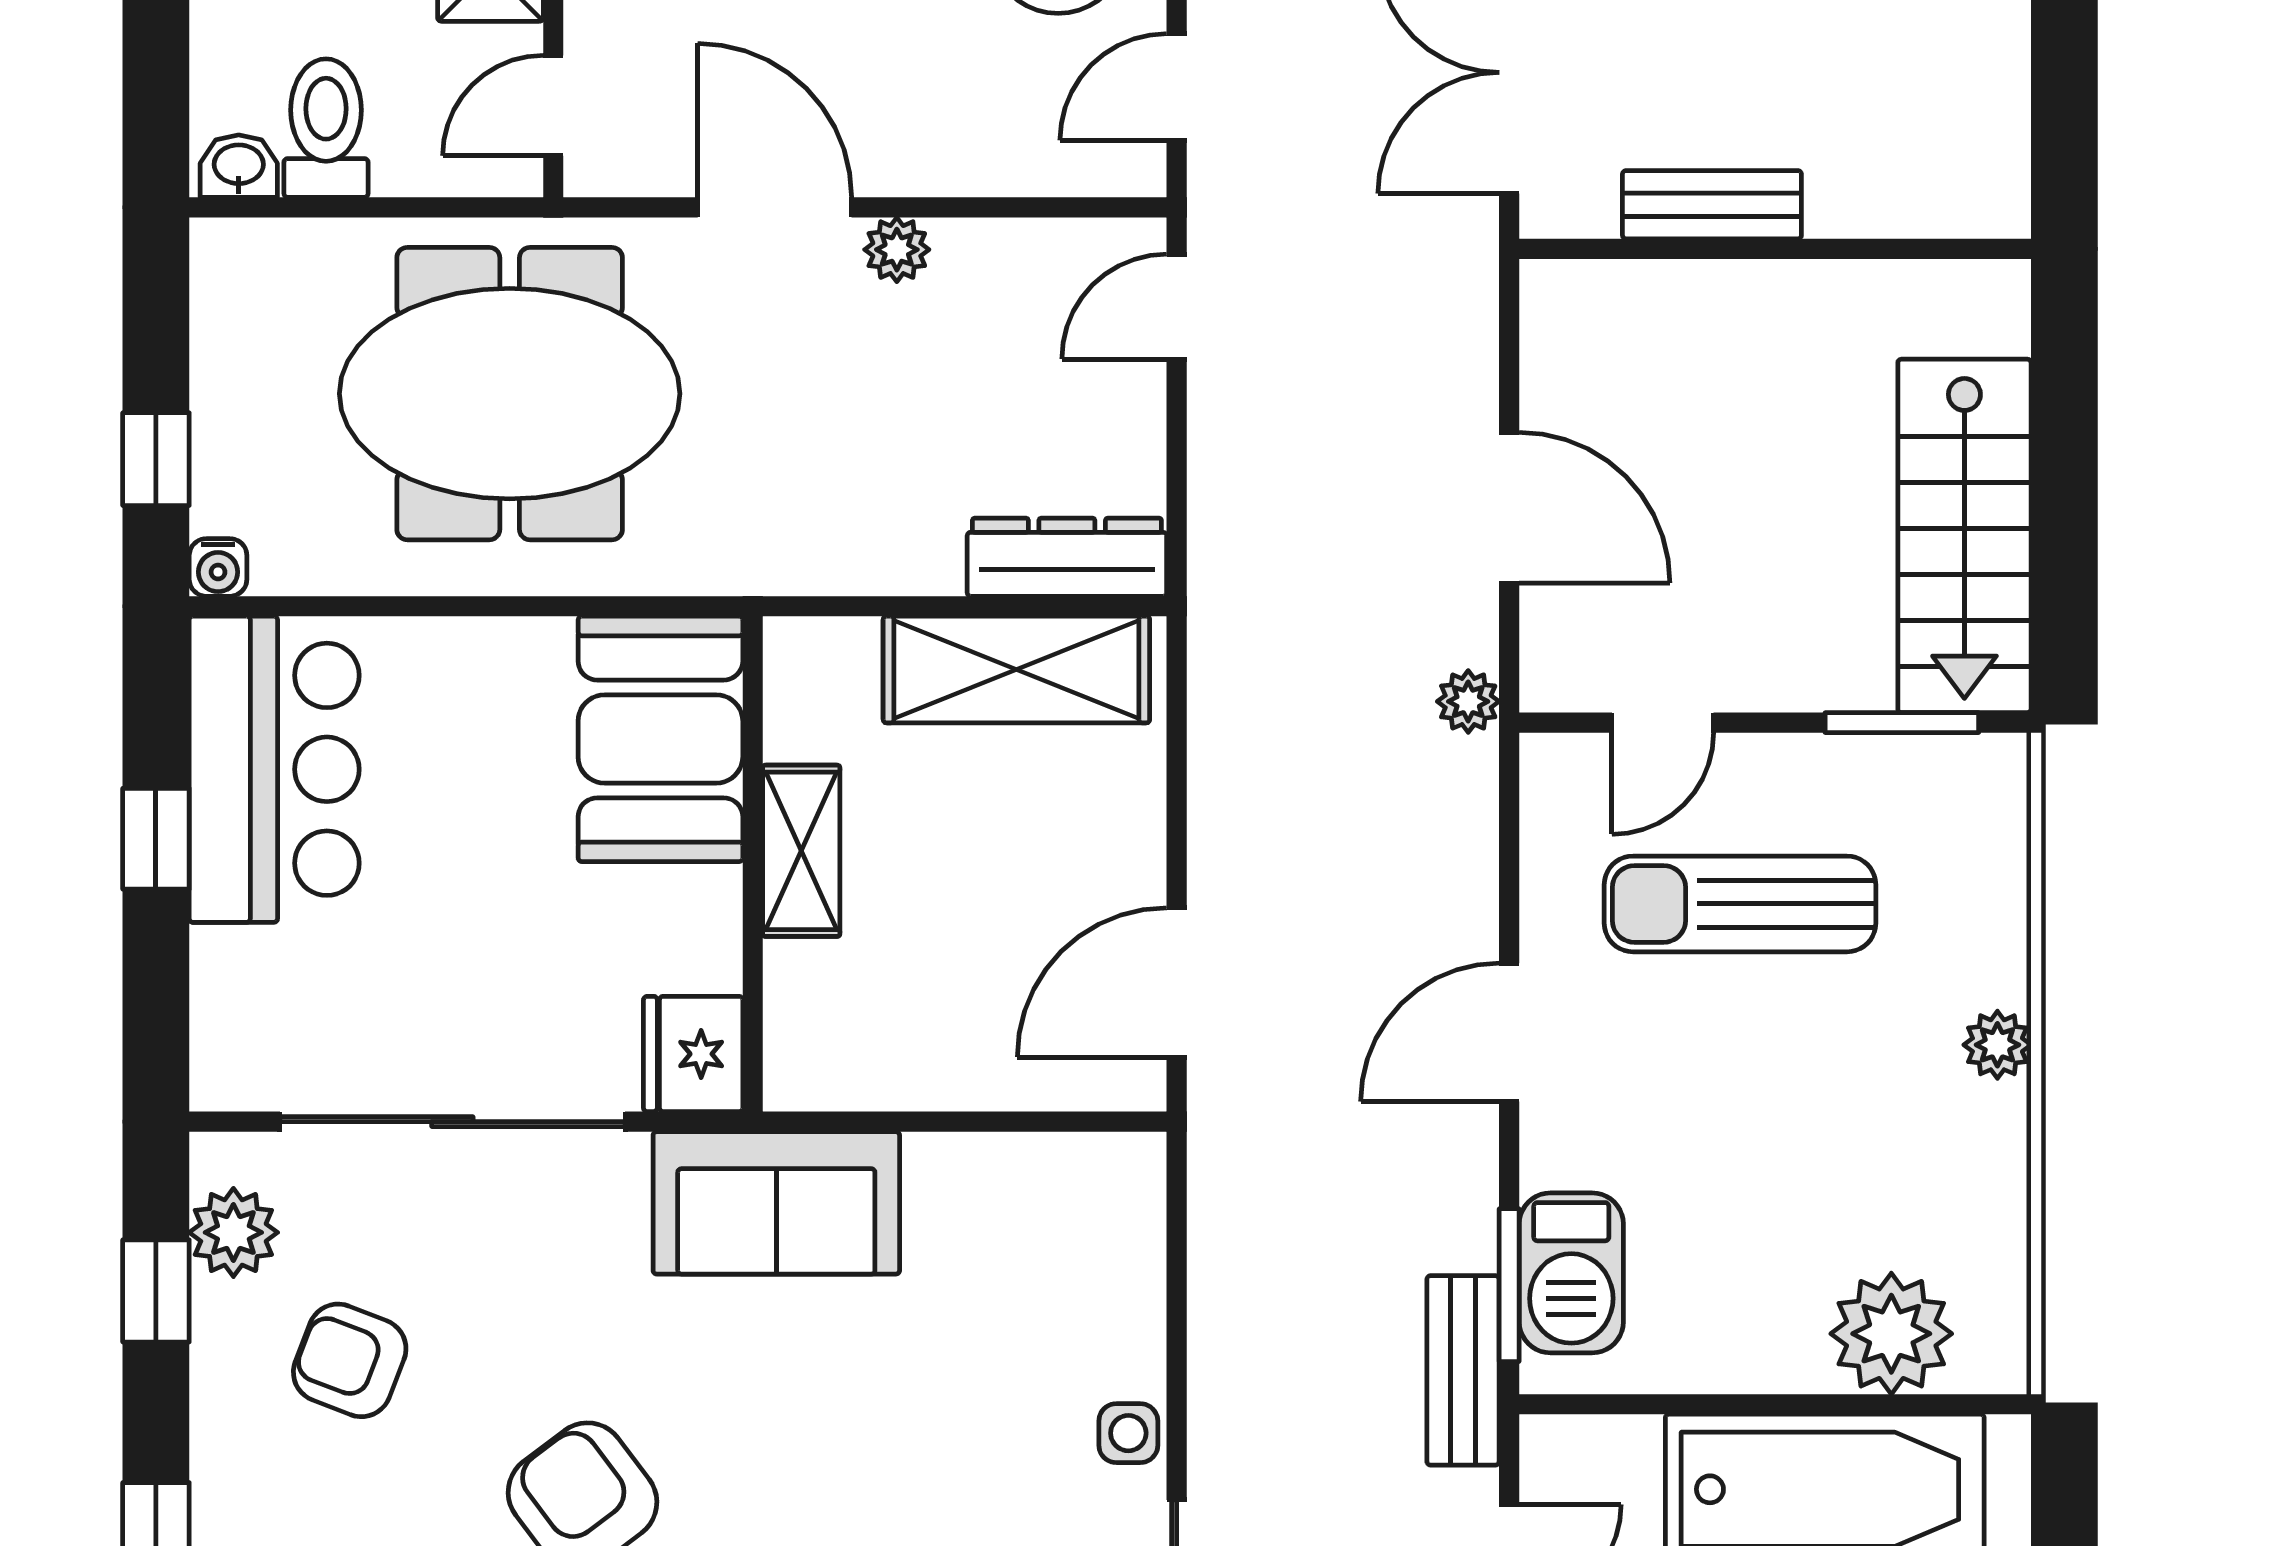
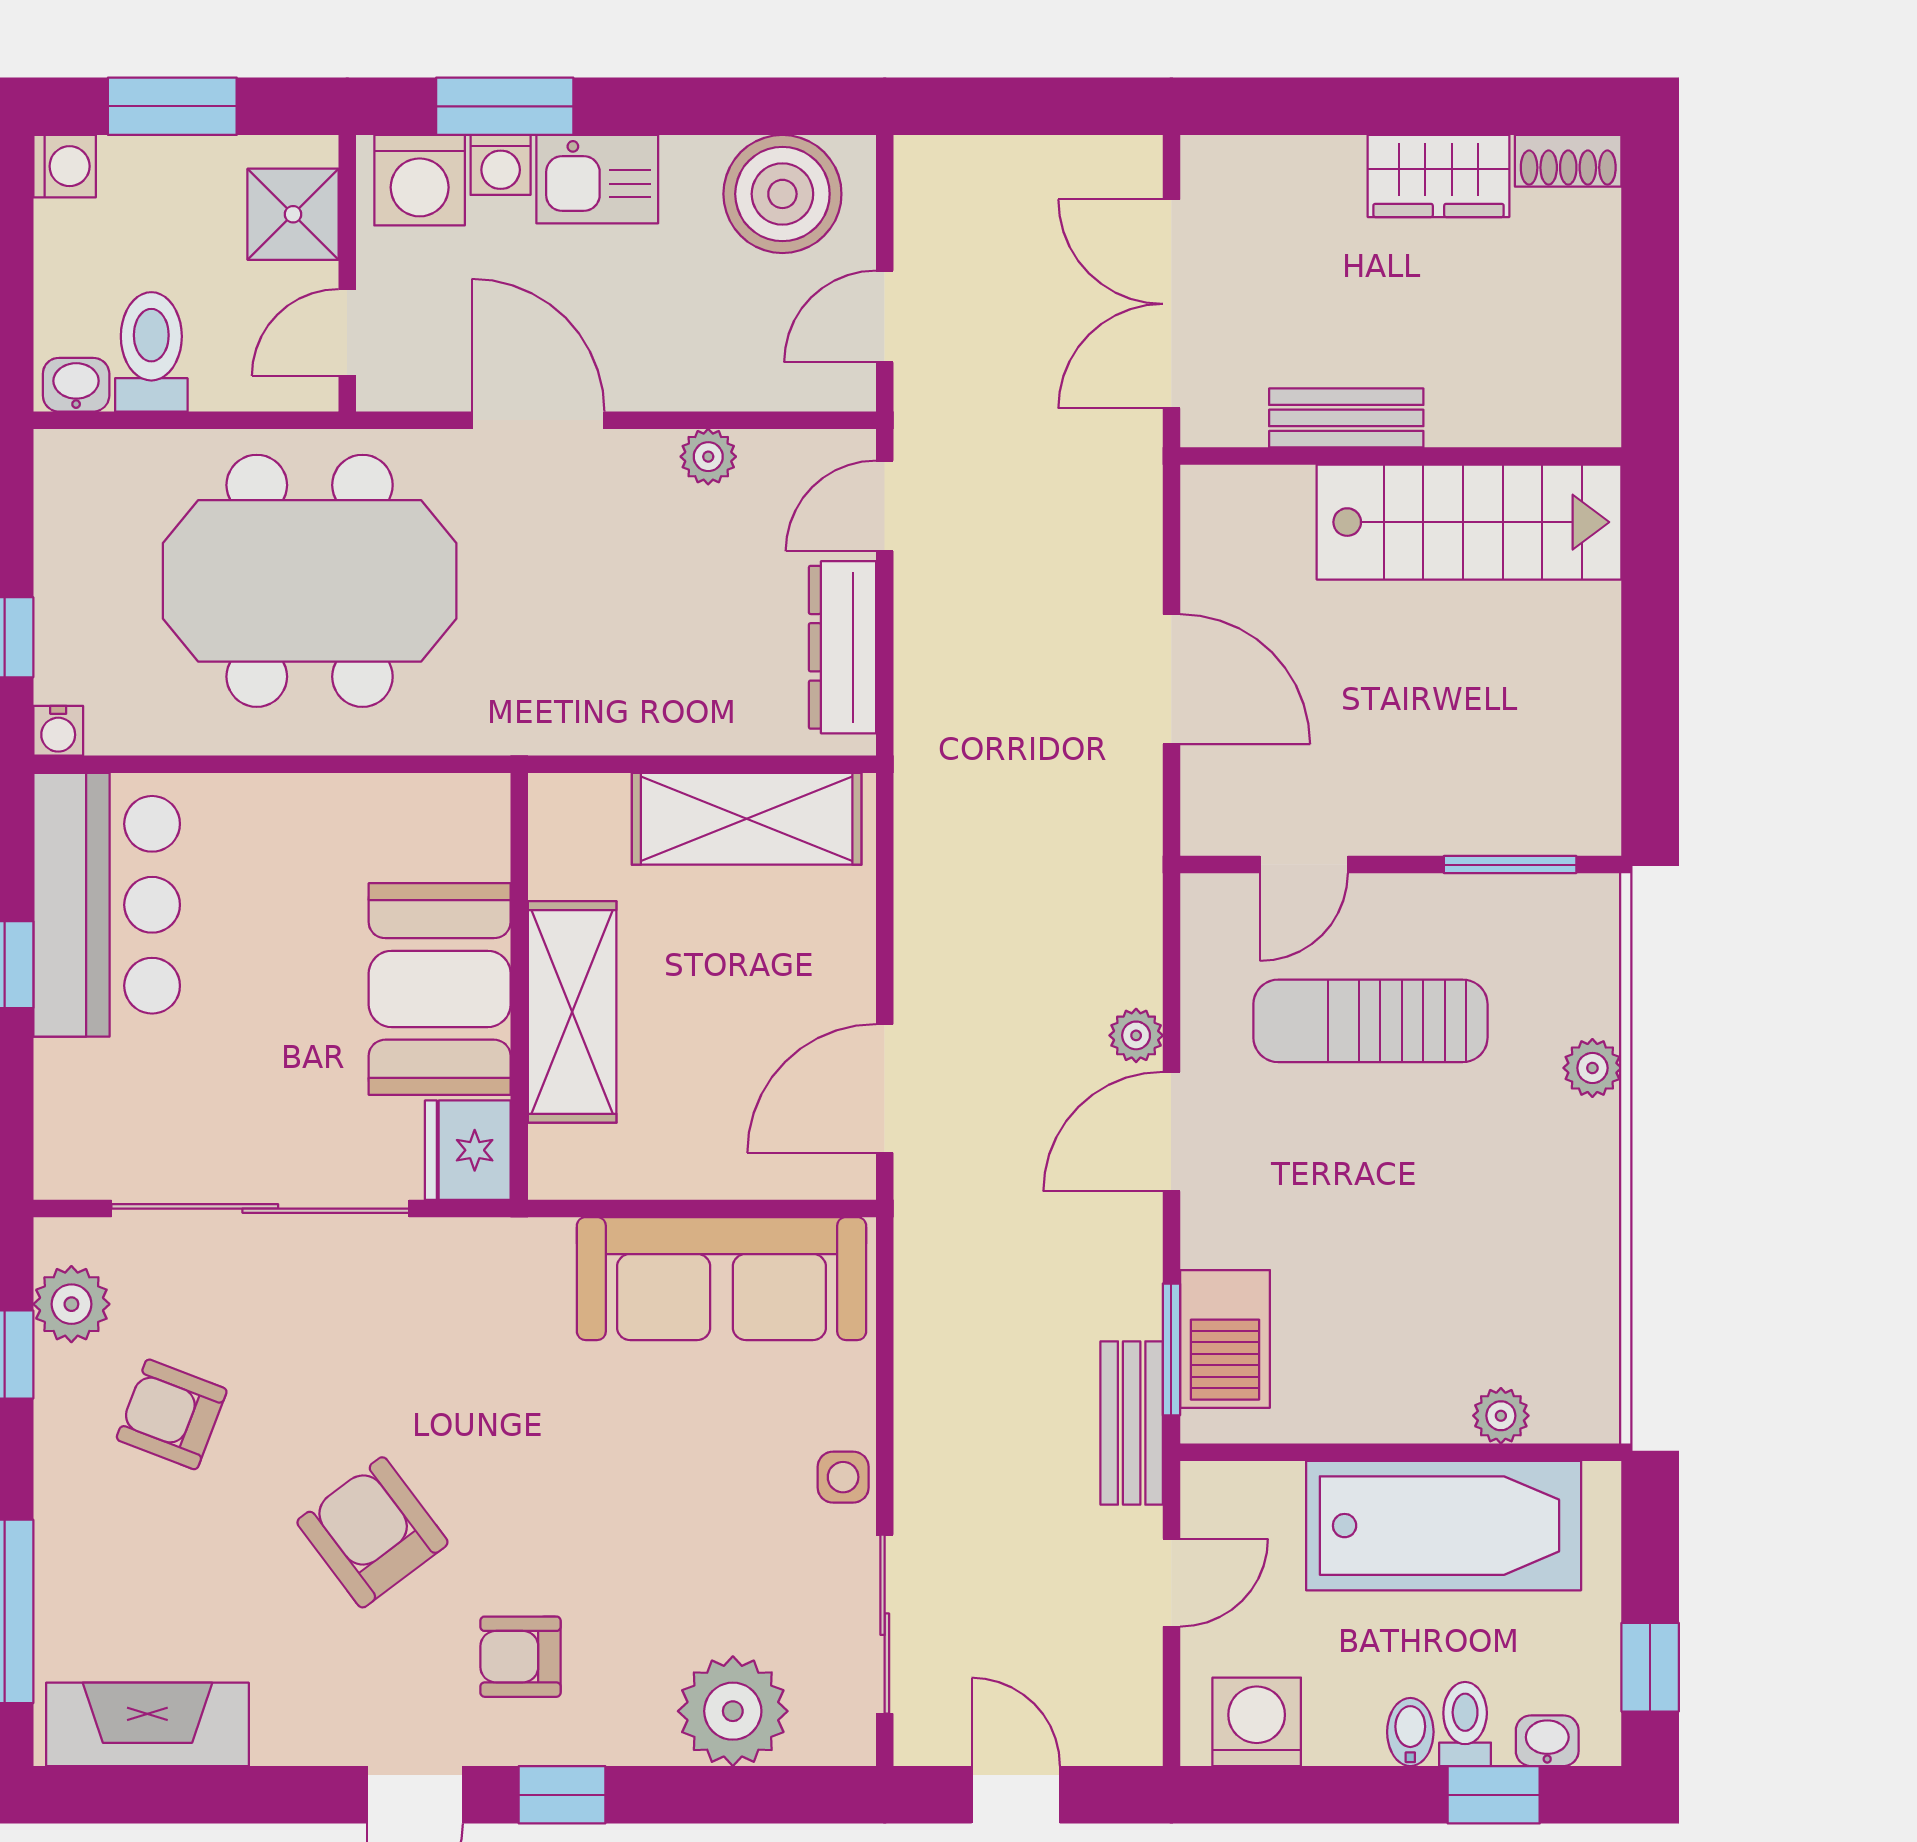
plant: (897, 250) -> (708, 457), moved
stairs: (1964, 536) -> (1469, 522), moved, turned -90
dresser: (1067, 557) -> (842, 647), moved, turned -90
plant: (1468, 701) -> (1136, 1035), moved
booth: (660, 739) -> (440, 989), moved
shelving: (801, 851) -> (572, 1012), width x1.50, depth x1.33
plant: (1997, 1045) -> (1592, 1068), moved
sofa: (776, 1203) -> (722, 1279), moved, width x1.36
plant: (1891, 1334) -> (1501, 1416), width x0.53, depth x0.53

